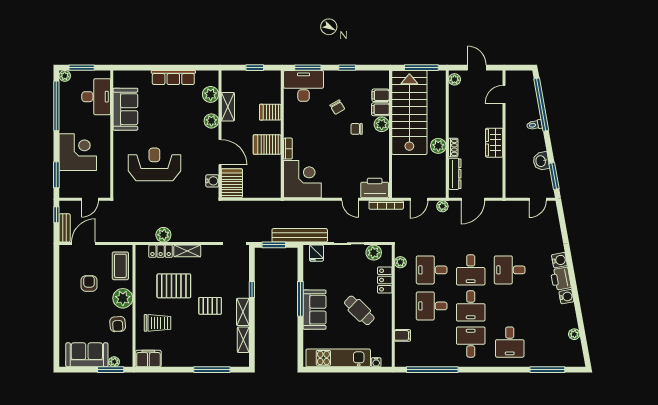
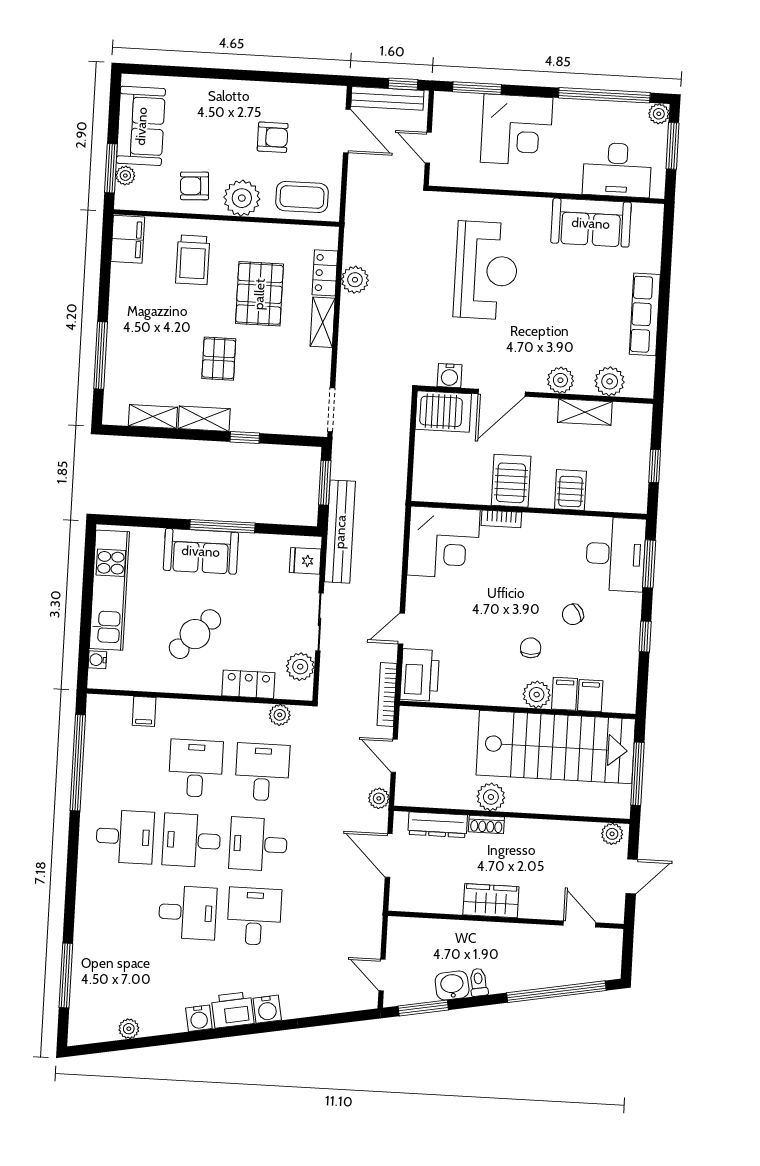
toilet: (535, 125) -> (479, 982), moved
bench: (65, 228) -> (387, 98), width x1.36
desk: (510, 342) -> (188, 913), moved, turned 180

